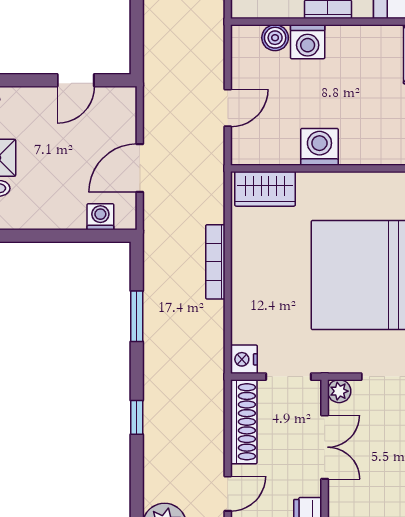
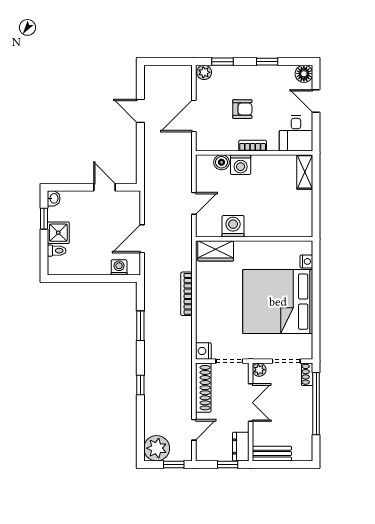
door: (76, 80) -> (105, 187), swing flipped
washing machine: (319, 147) -> (233, 226), moved

